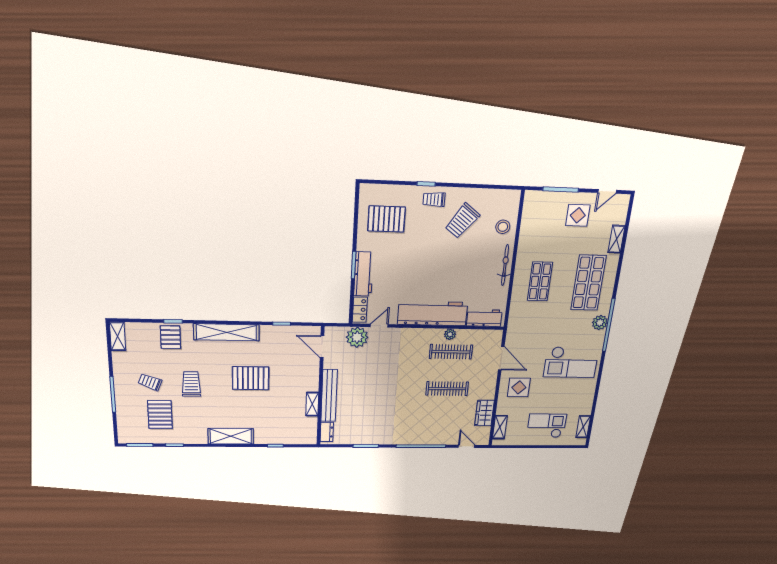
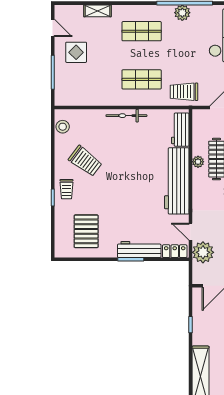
stool: (503, 227) -> (63, 127), moved
shop shelf: (588, 283) -> (142, 31), width x0.70, depth x0.74
trolley: (522, 322) -> (184, 92), added

